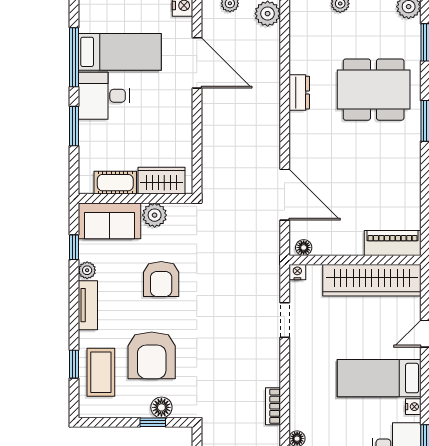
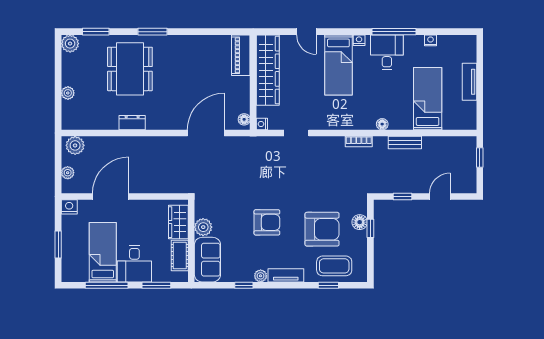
wardrobe: (162, 181) -> (178, 222), moved
cot: (115, 183) -> (180, 256), moved
wall: (136, 199) -> (191, 241), moved
plant: (155, 215) -> (203, 227), moved
sofa: (110, 221) -> (207, 260), moved

